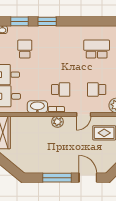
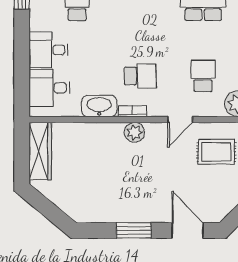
school desk: (97, 90) -> (203, 76), turned 90
window: (57, 178) -> (134, 230), width x0.69

